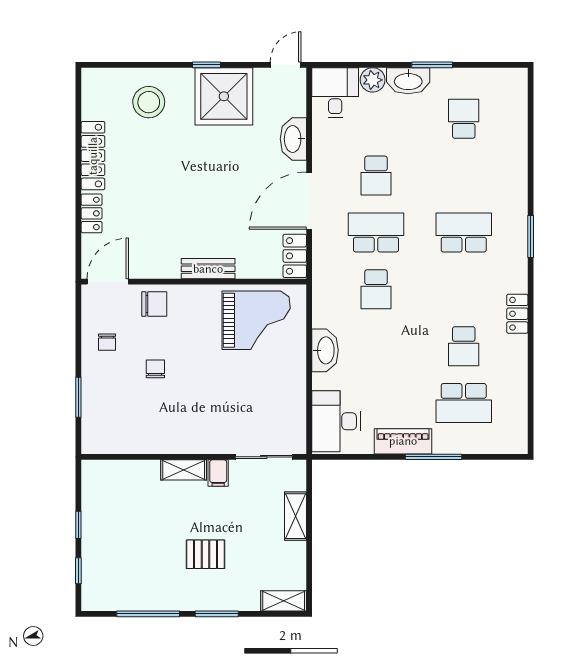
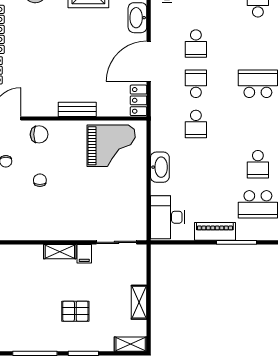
school desk: (376, 232) -> (196, 84), width x0.54
shelving: (295, 516) -> (139, 302), moved

